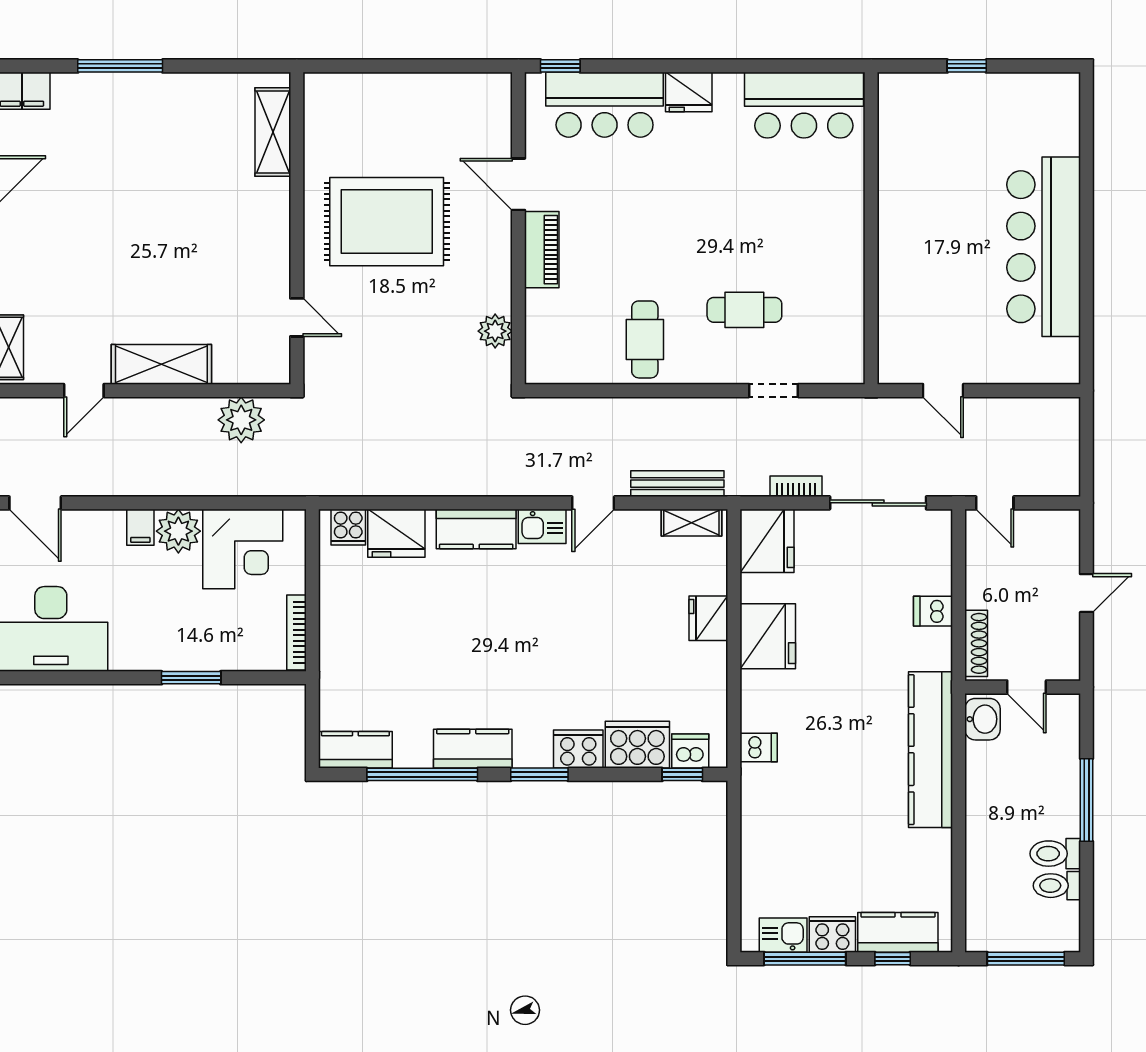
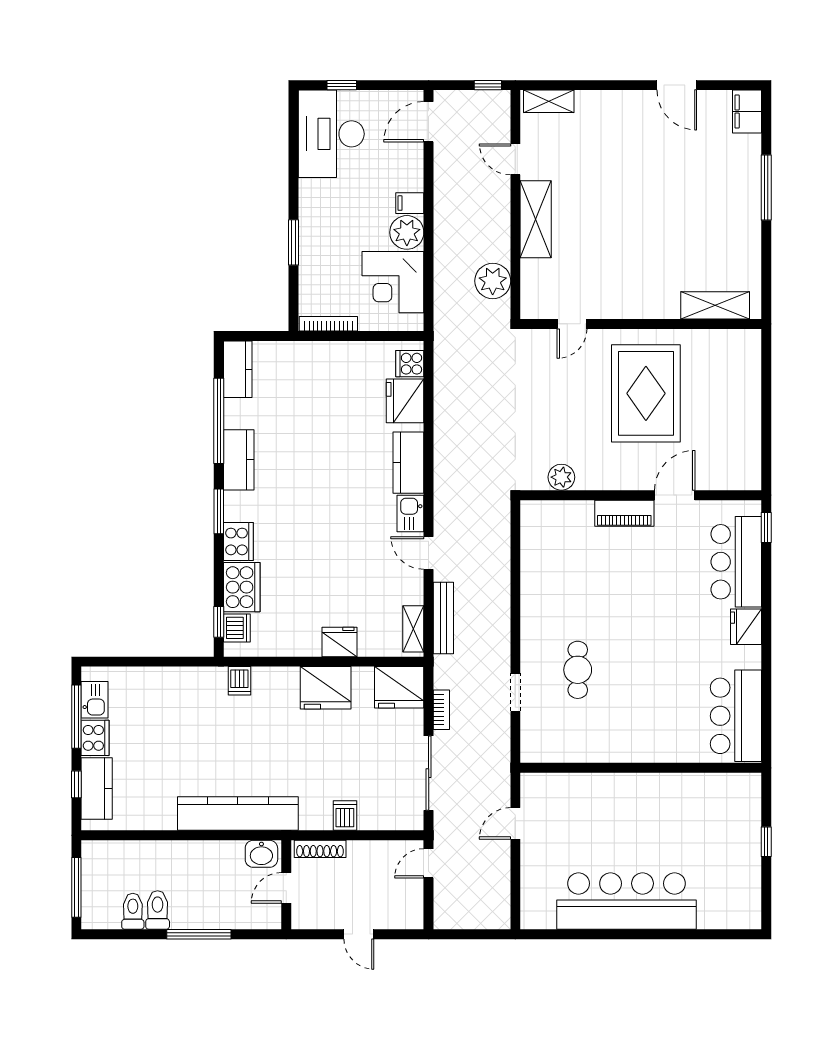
cafe table: (645, 339) -> (555, 593), removed

